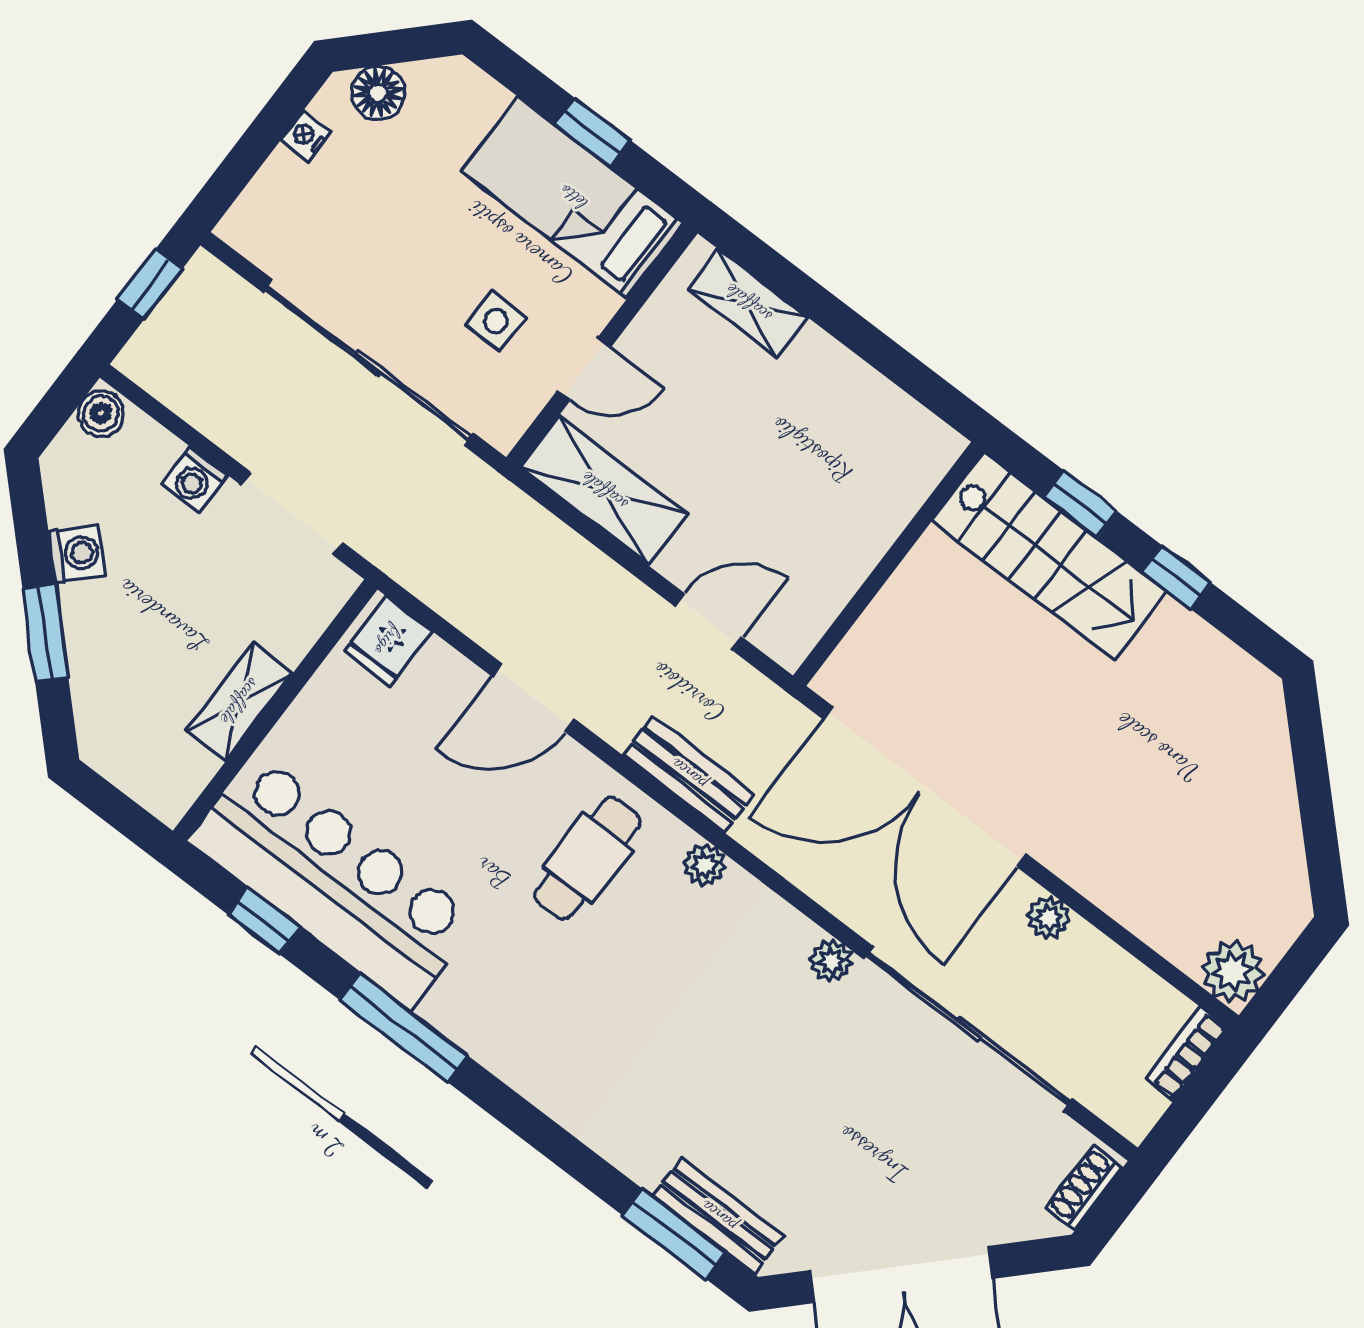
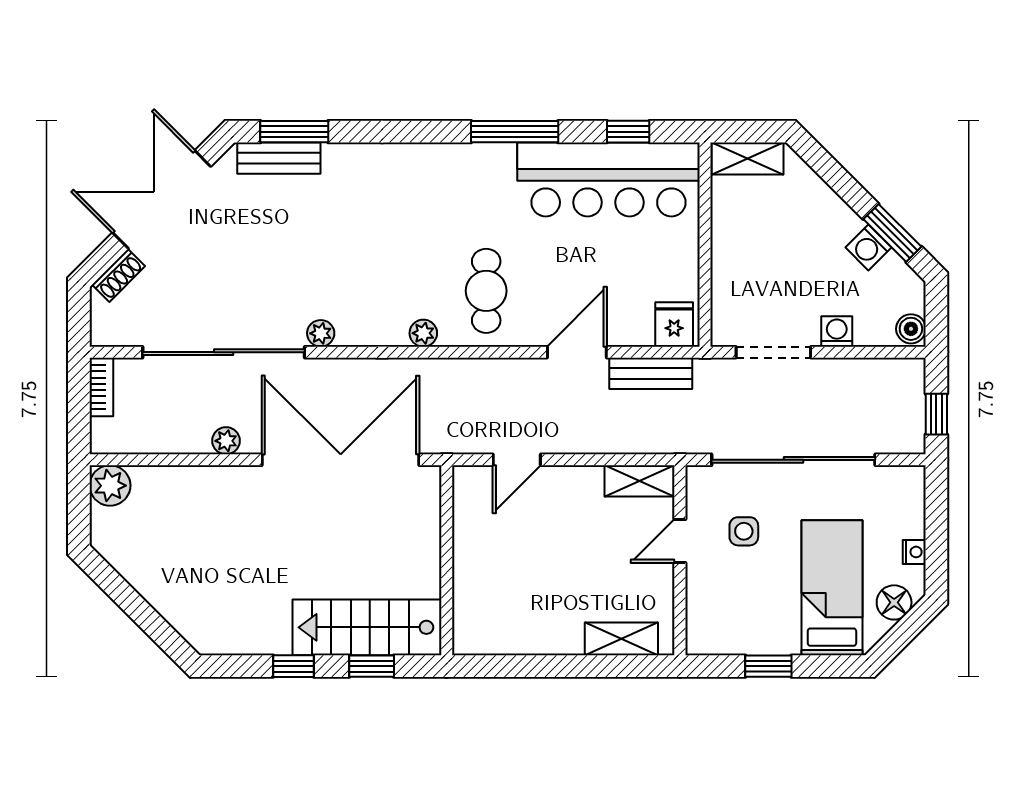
bed: (573, 197) -> (832, 588), moved, turned -90
shelving: (604, 491) -> (640, 481), width x0.67, depth x0.75
window: (45, 633) -> (892, 233), moved
shelving: (240, 702) -> (747, 158), moved, turned 90
bench: (688, 774) -> (651, 373), moved
bookcase: (1187, 1054) -> (101, 387), moved
shoe rack: (1084, 1187) -> (119, 275), moved, turned 45

